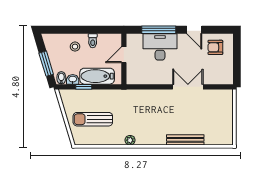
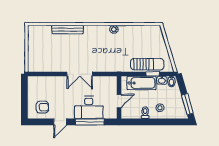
door: (194, 30) -> (60, 122), swing flipped
window: (46, 64) -> (187, 104), moved
double door: (188, 87) -> (80, 74), moved
sun lounger: (93, 119) -> (147, 64), moved

